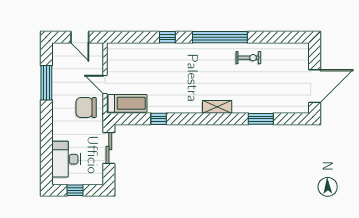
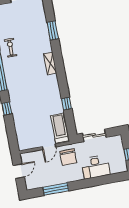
desk: (66, 159) -> (96, 167), moved

